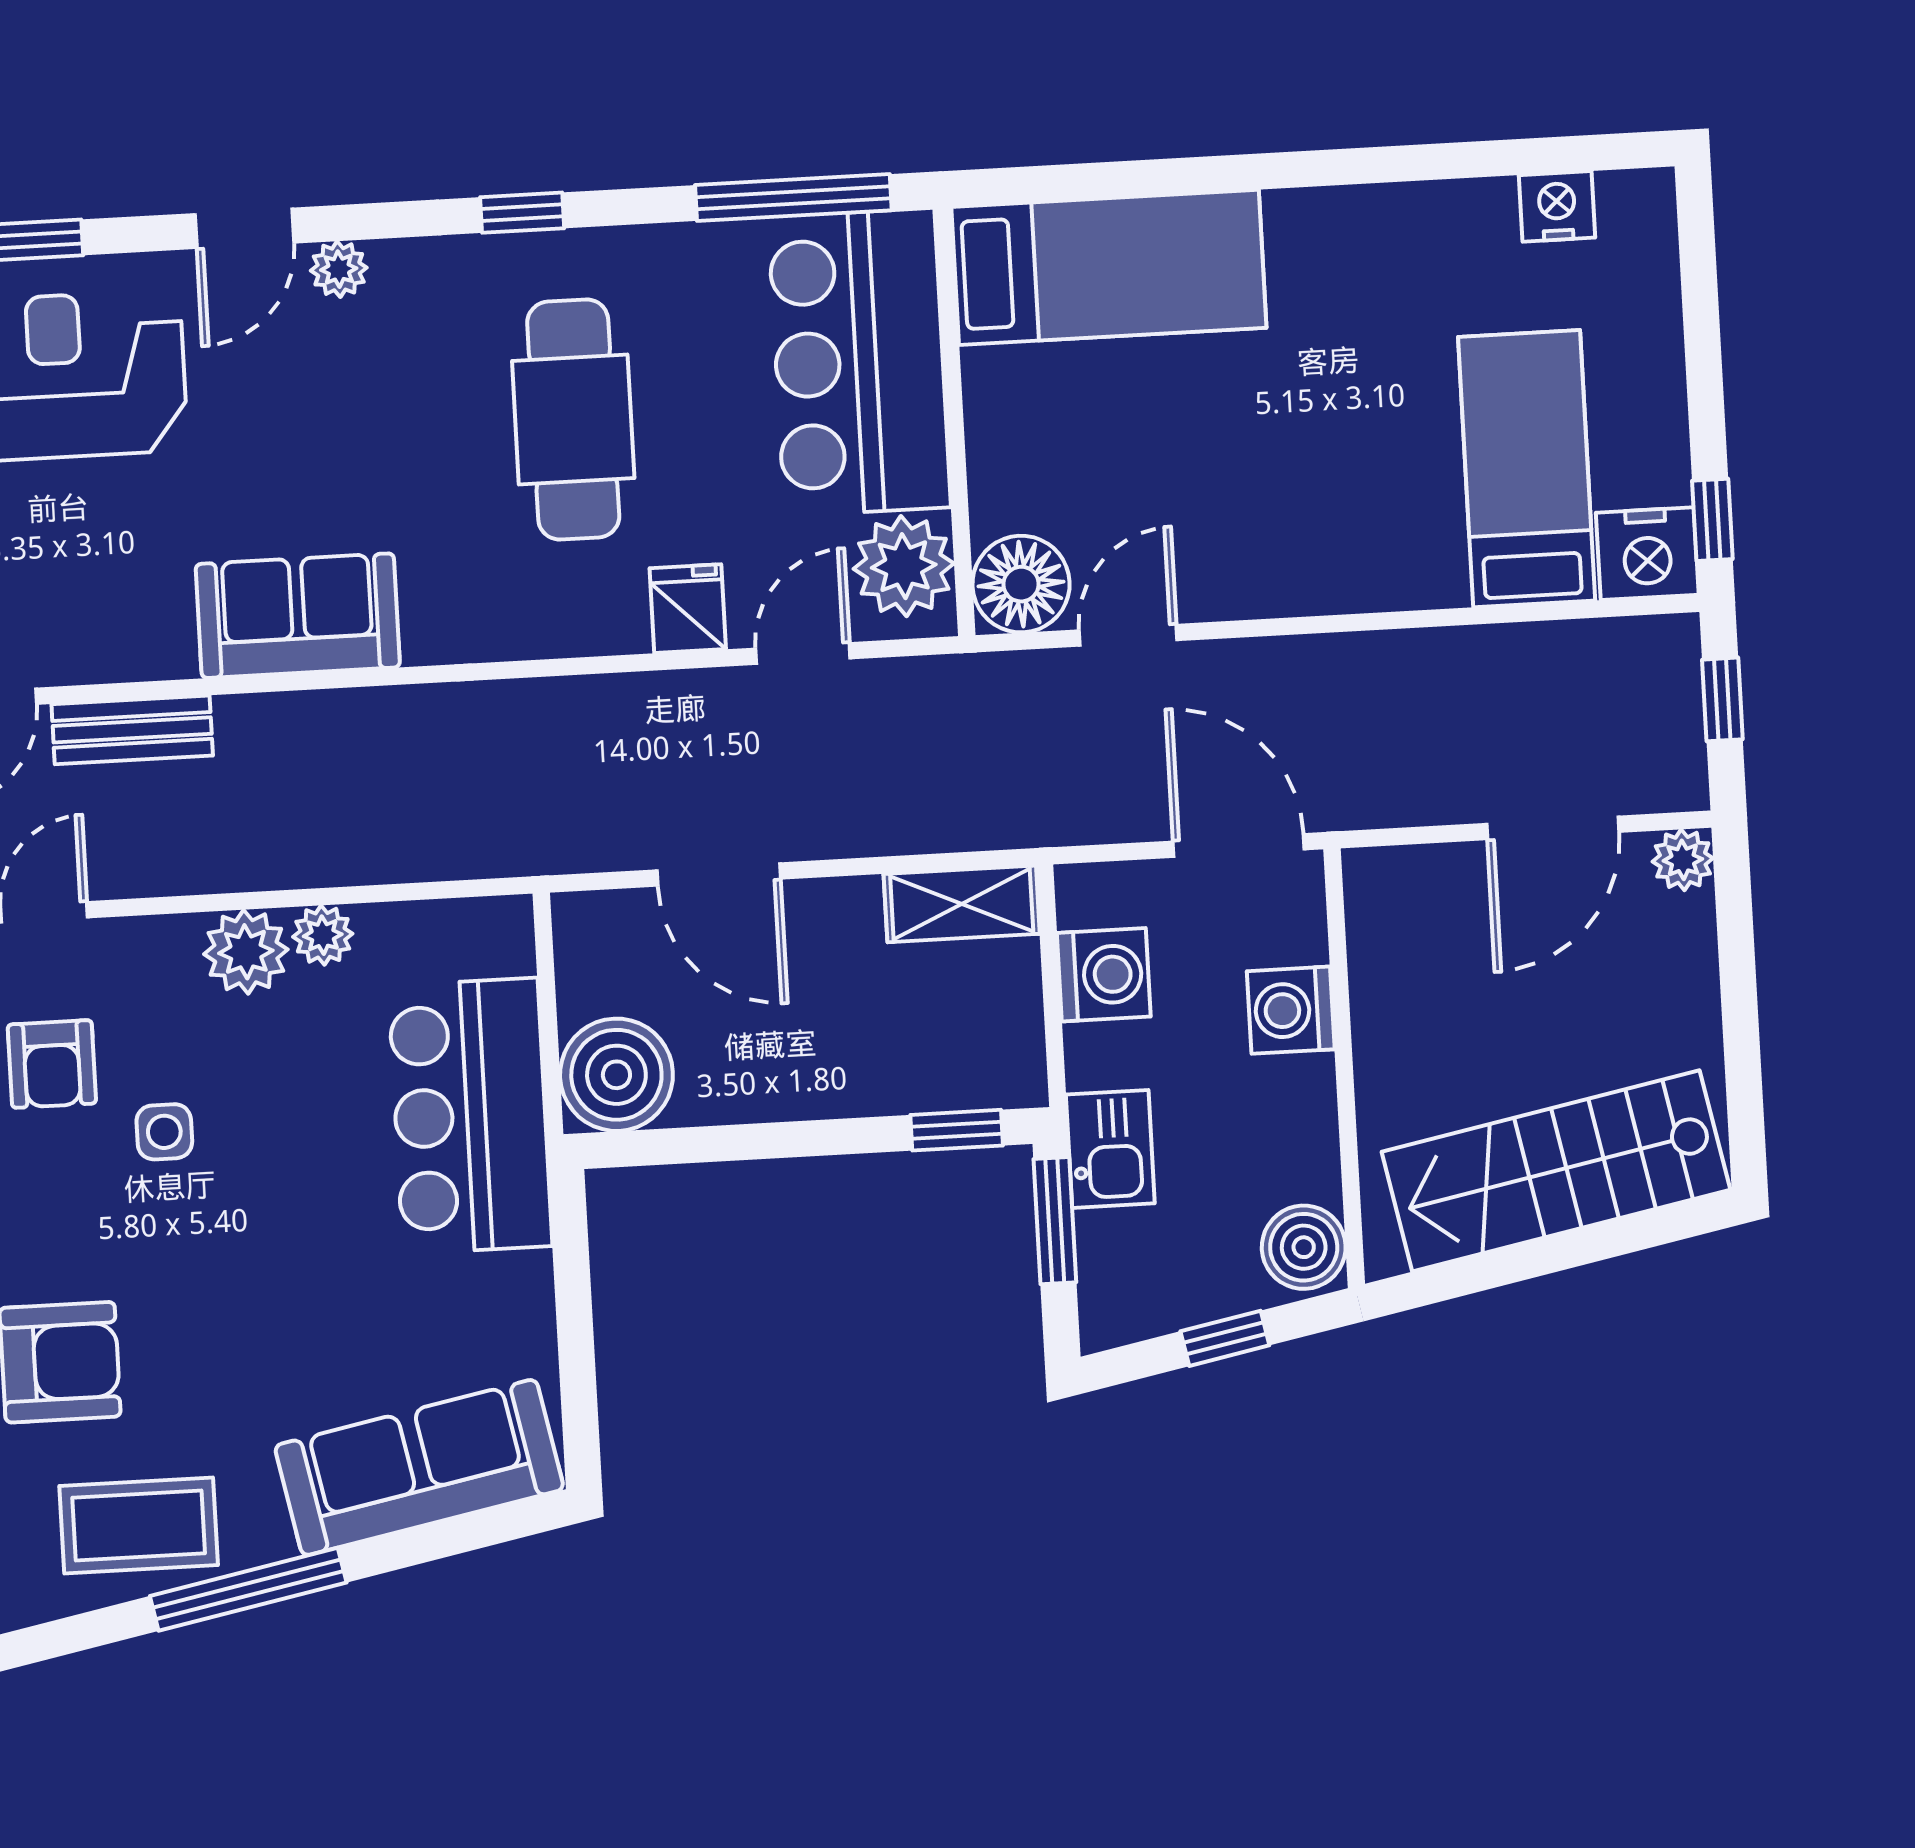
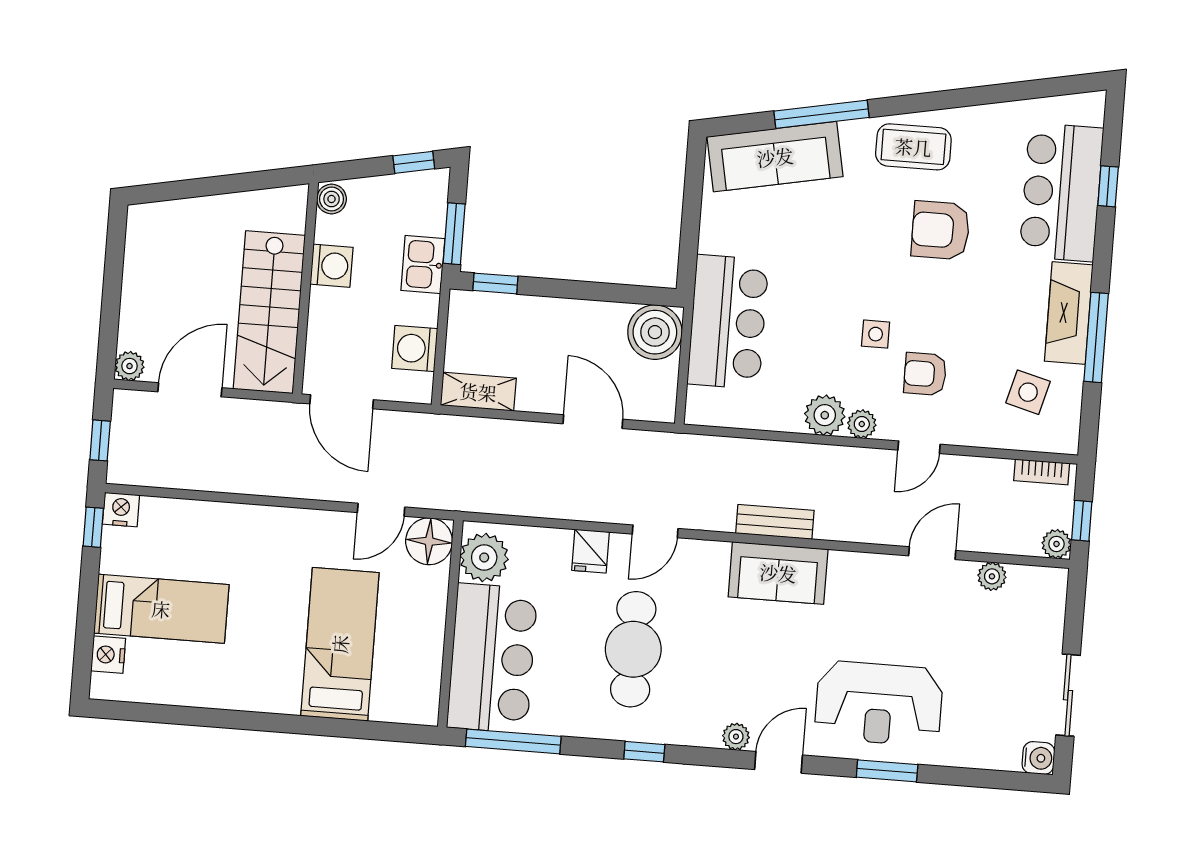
nightstand: (1557, 206) -> (108, 655), moved, turned 90
bed: (1109, 267) -> (340, 644), moved, turned 90
bed: (1527, 469) -> (161, 609), moved, turned -90
nightstand: (1647, 554) -> (121, 510), width x0.74, depth x0.75
door: (803, 654) -> (655, 531), moved
bench: (132, 730) -> (775, 522), moved
plant: (323, 935) -> (862, 424), moved
washing machine: (1291, 1010) -> (332, 266), moved
armchair: (52, 1064) -> (925, 374), turned -90
stairs: (1556, 1171) -> (269, 312), moved, turned 101
boiler: (1304, 1247) -> (332, 199), width x0.73, depth x0.73
window: (1225, 1338) -> (414, 162), moved
window: (248, 1589) -> (822, 114), moved

